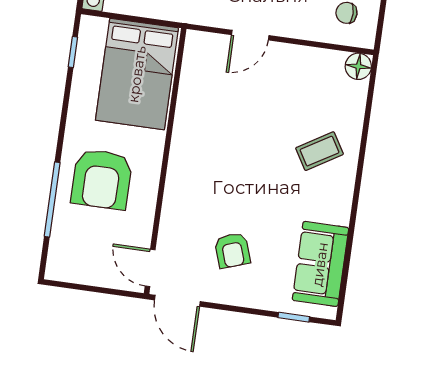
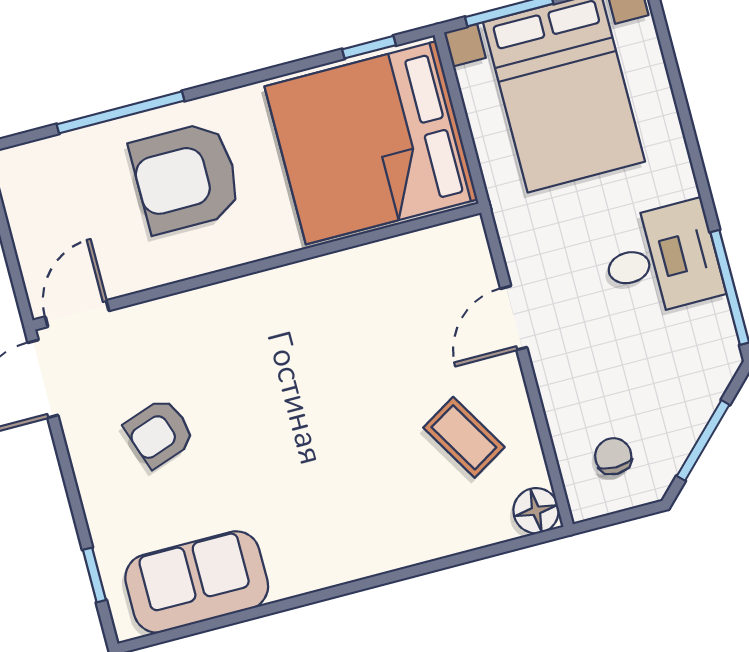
door: (250, 35) -> (514, 318), hinge flipped
bed: (137, 74) -> (371, 143), width x1.36
coffee table: (320, 151) -> (464, 437), moved

